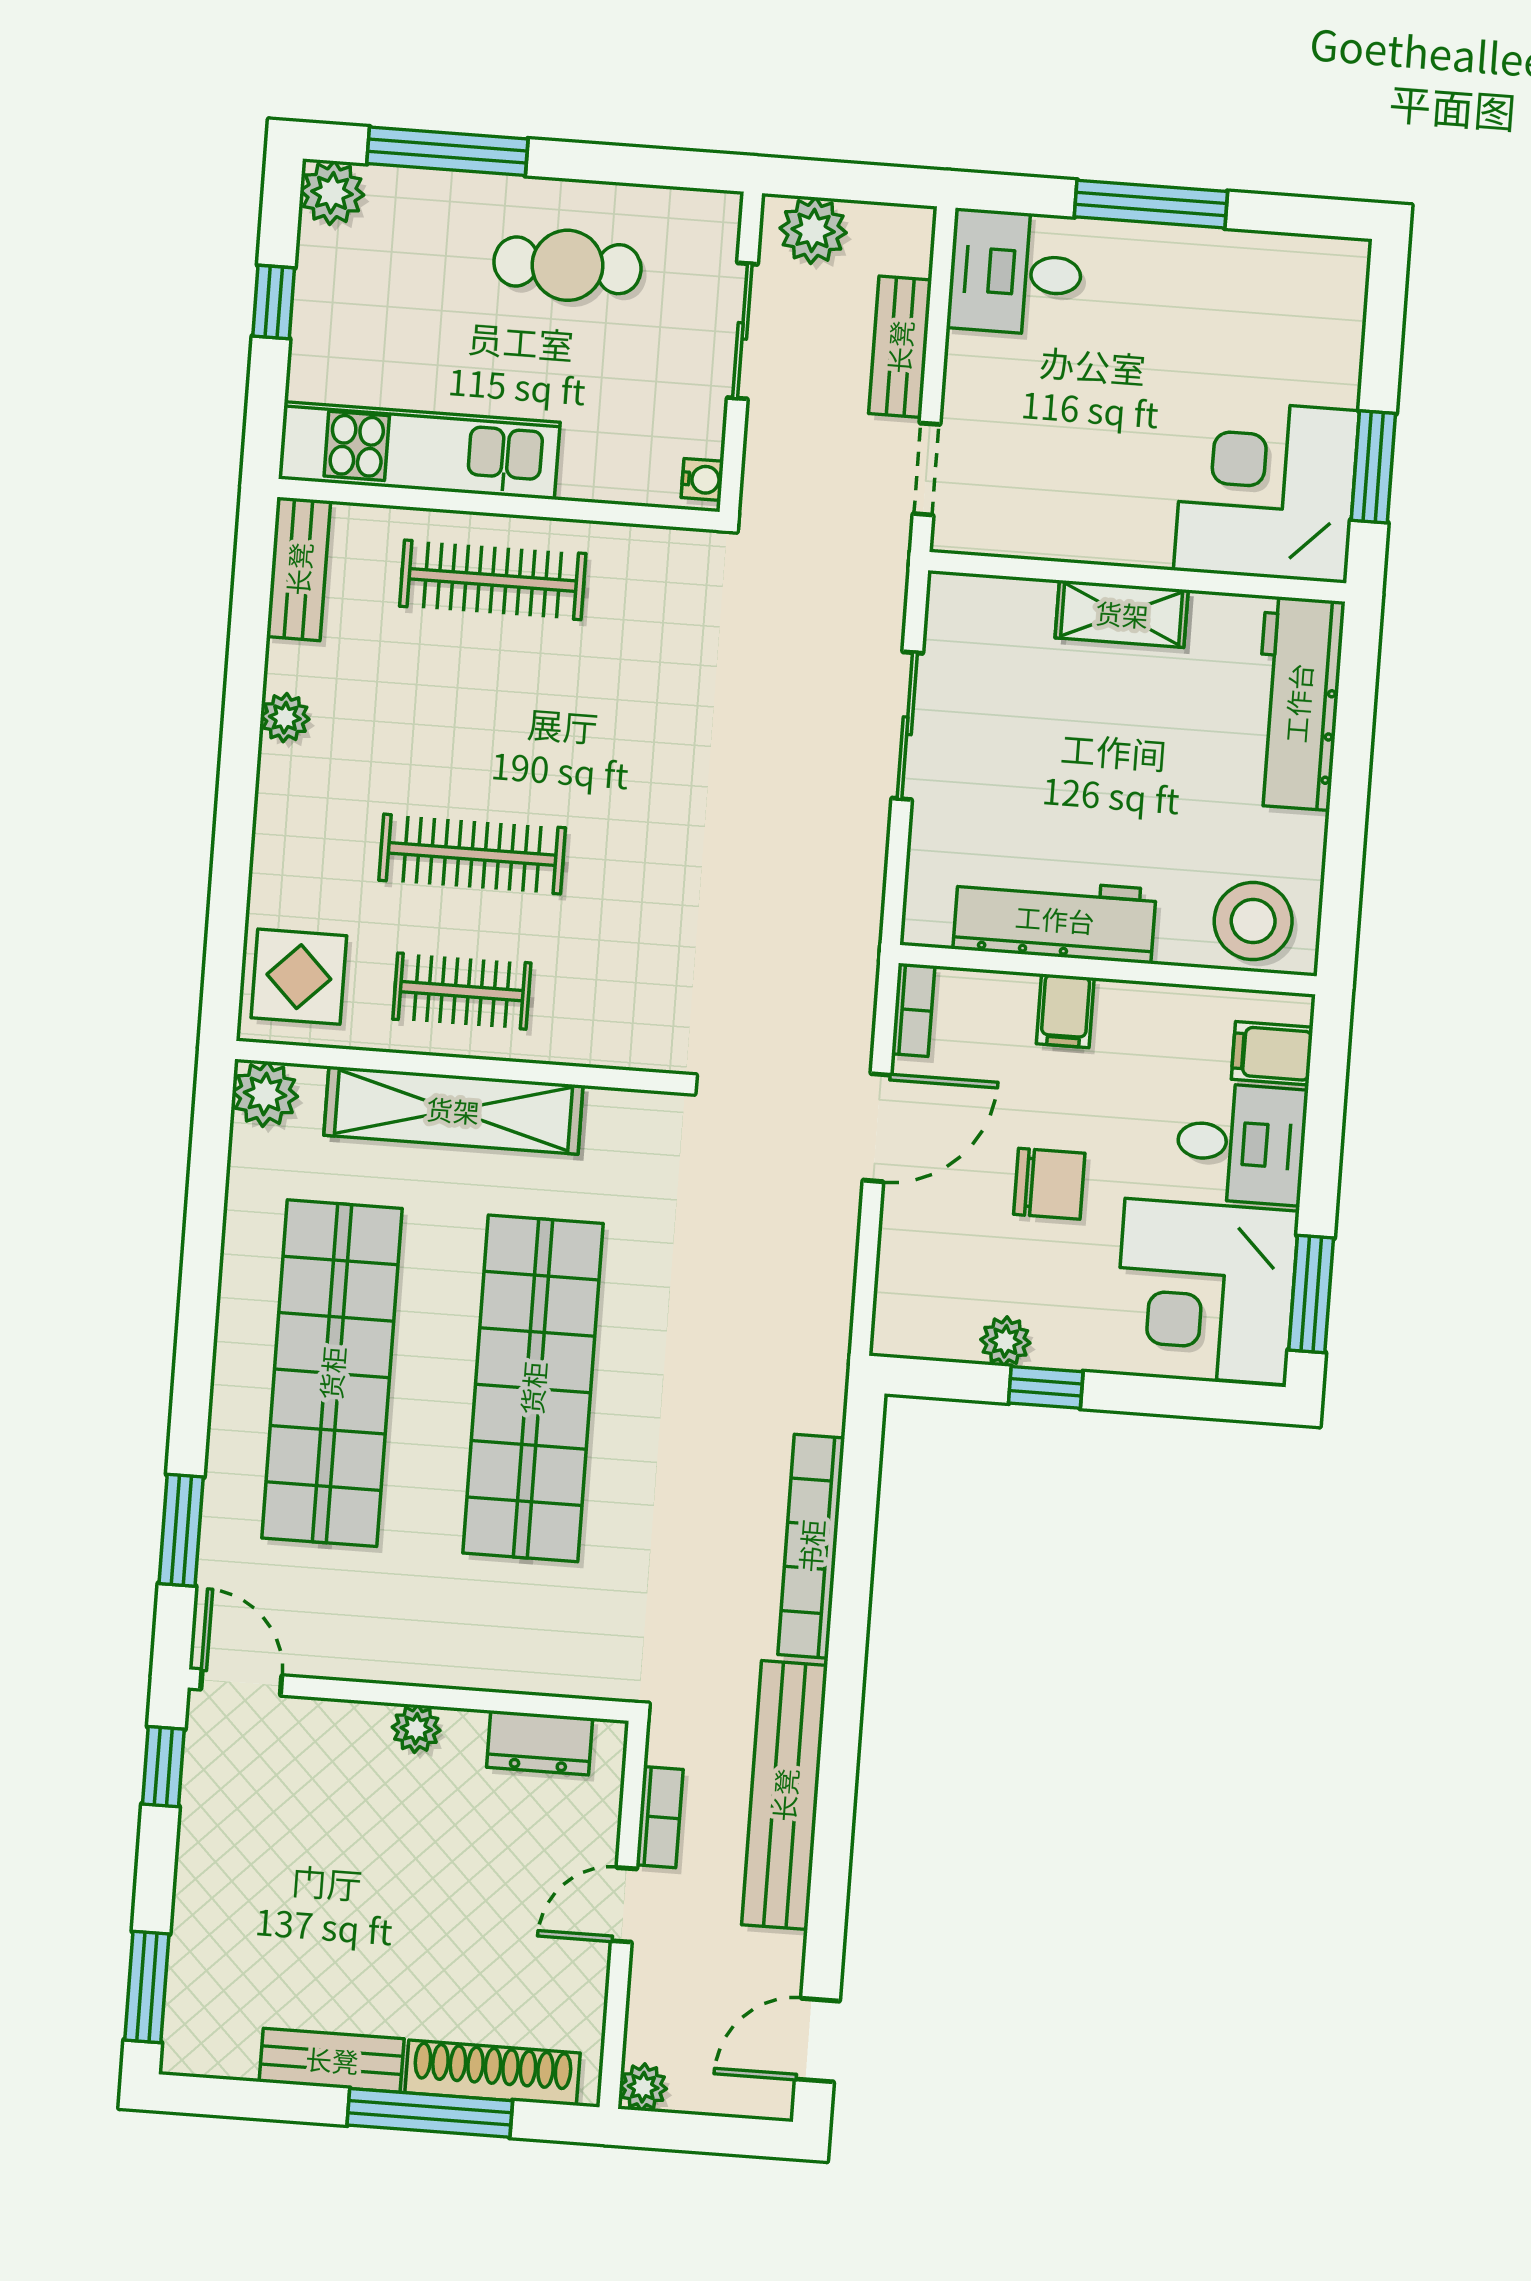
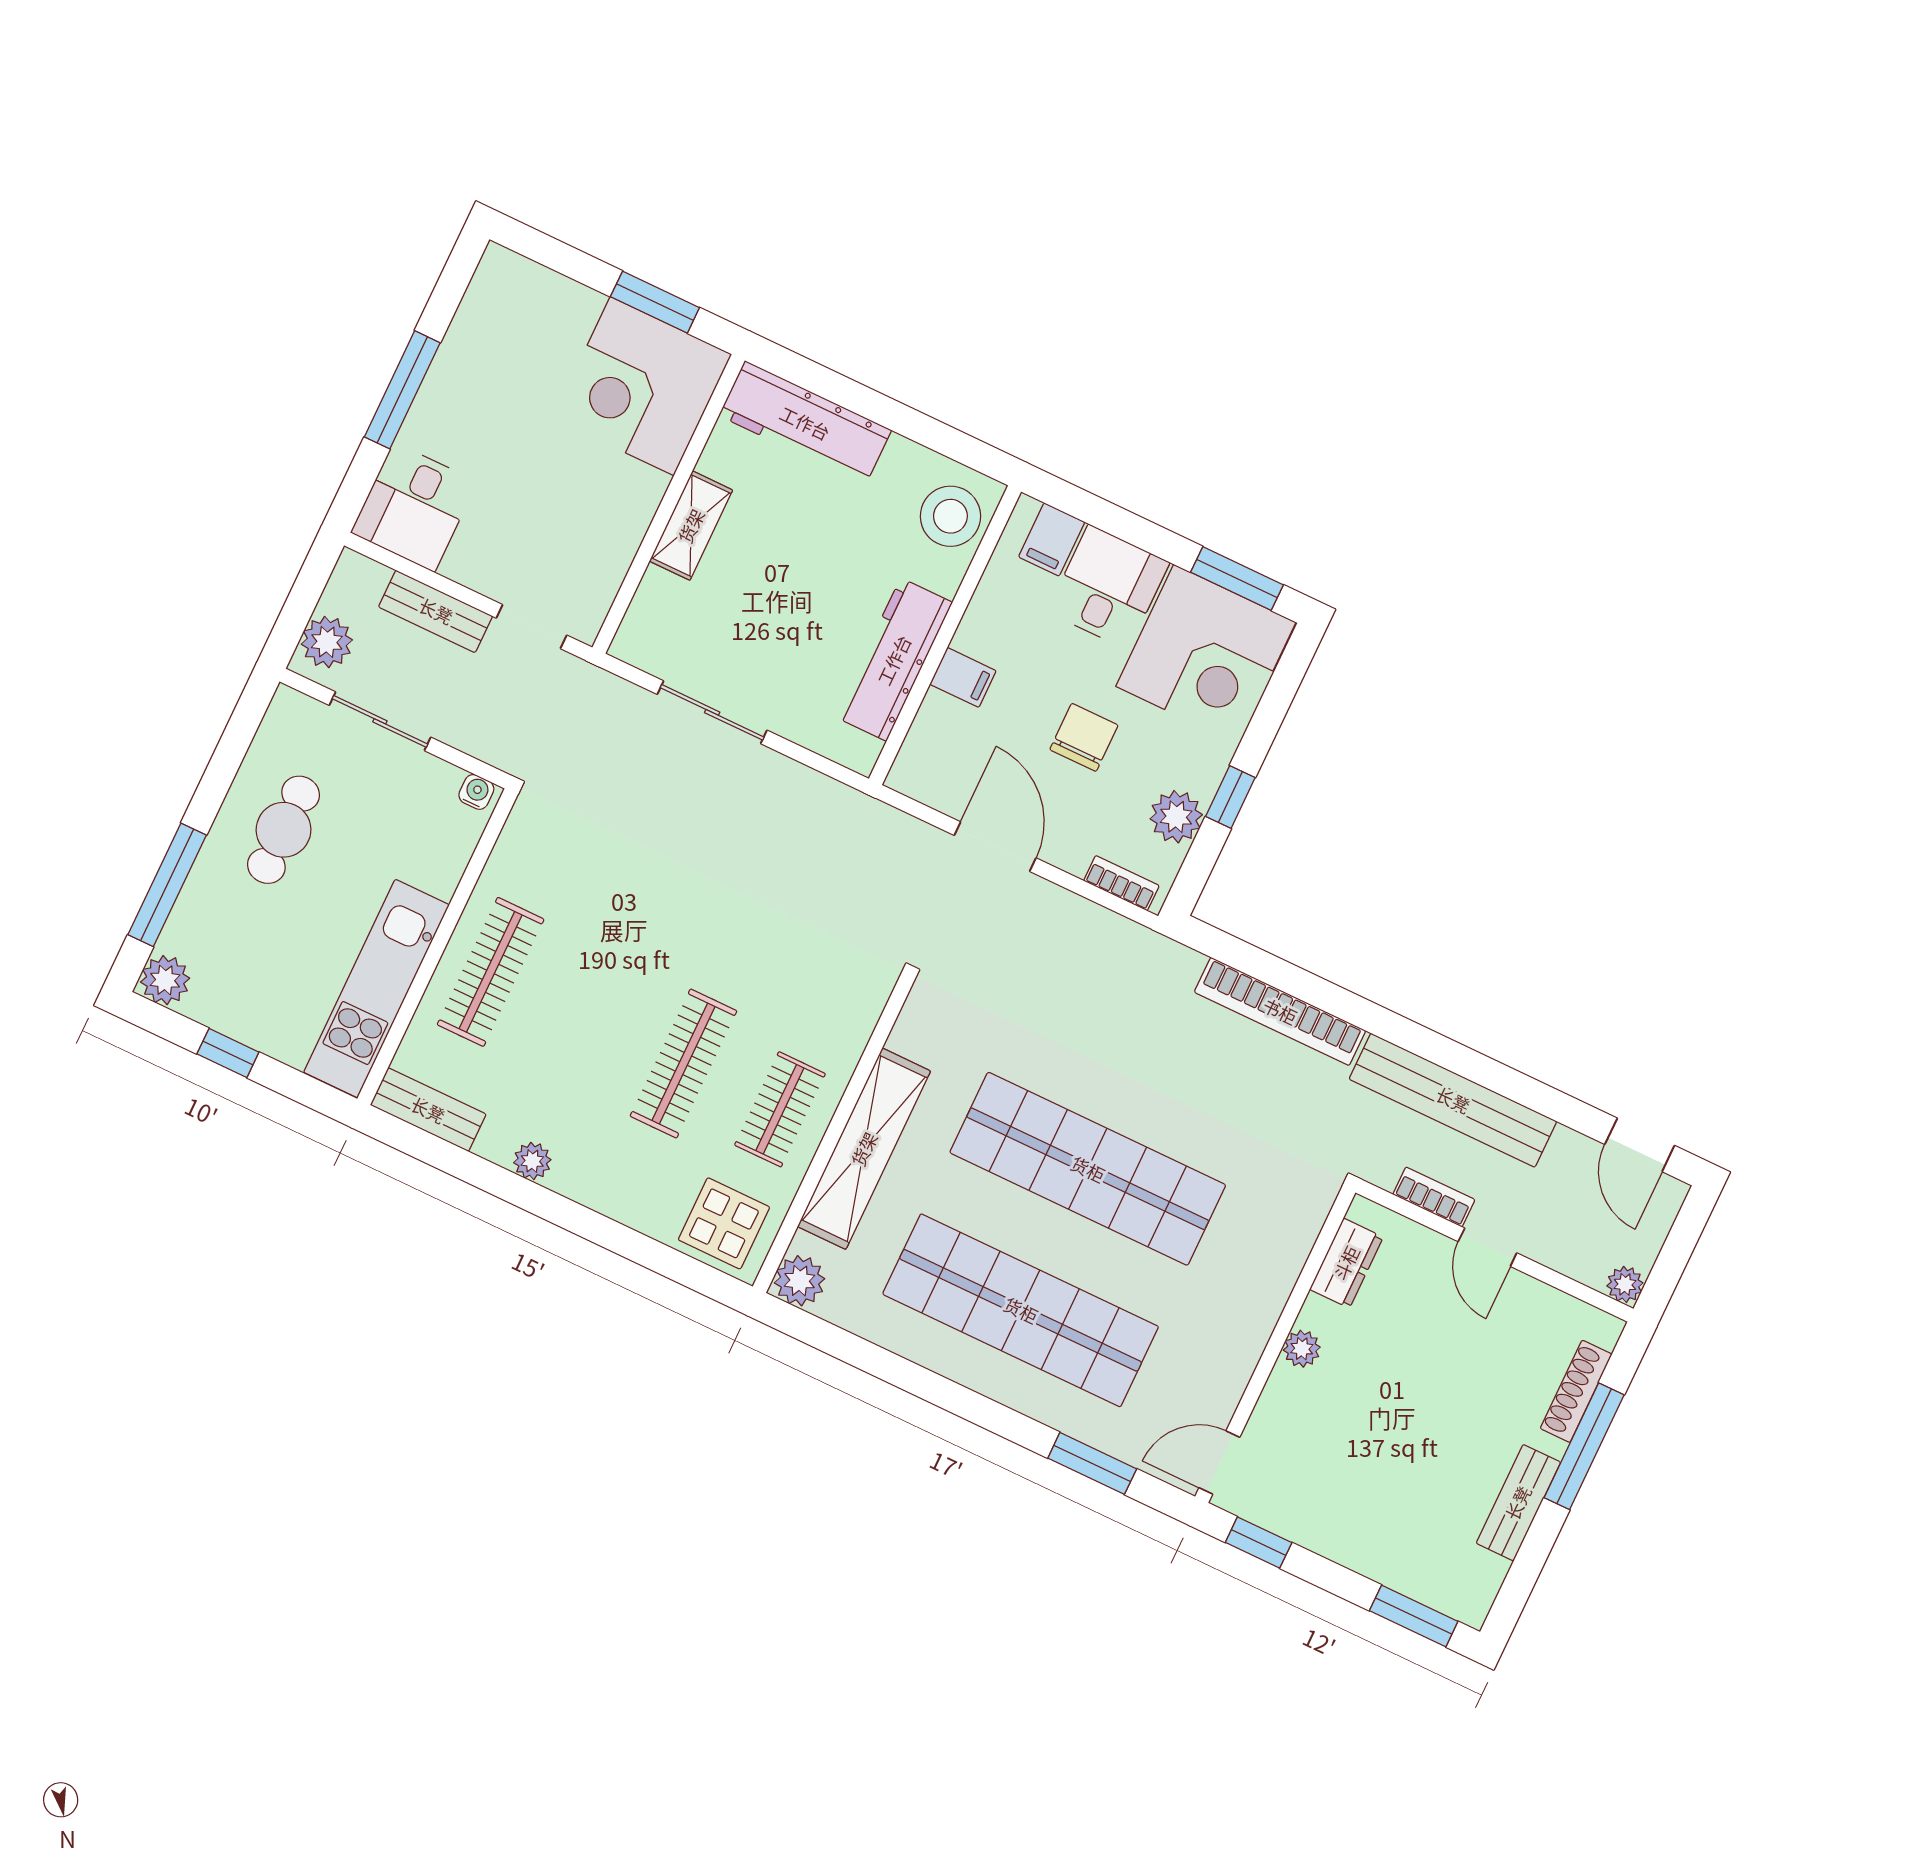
bookcase: (913, 1010) -> (1121, 883), moved
plant: (1005, 1341) -> (1176, 817), width x1.38, depth x1.38
shoe rack: (492, 2073) -> (1576, 1391), width x0.74, depth x0.81

